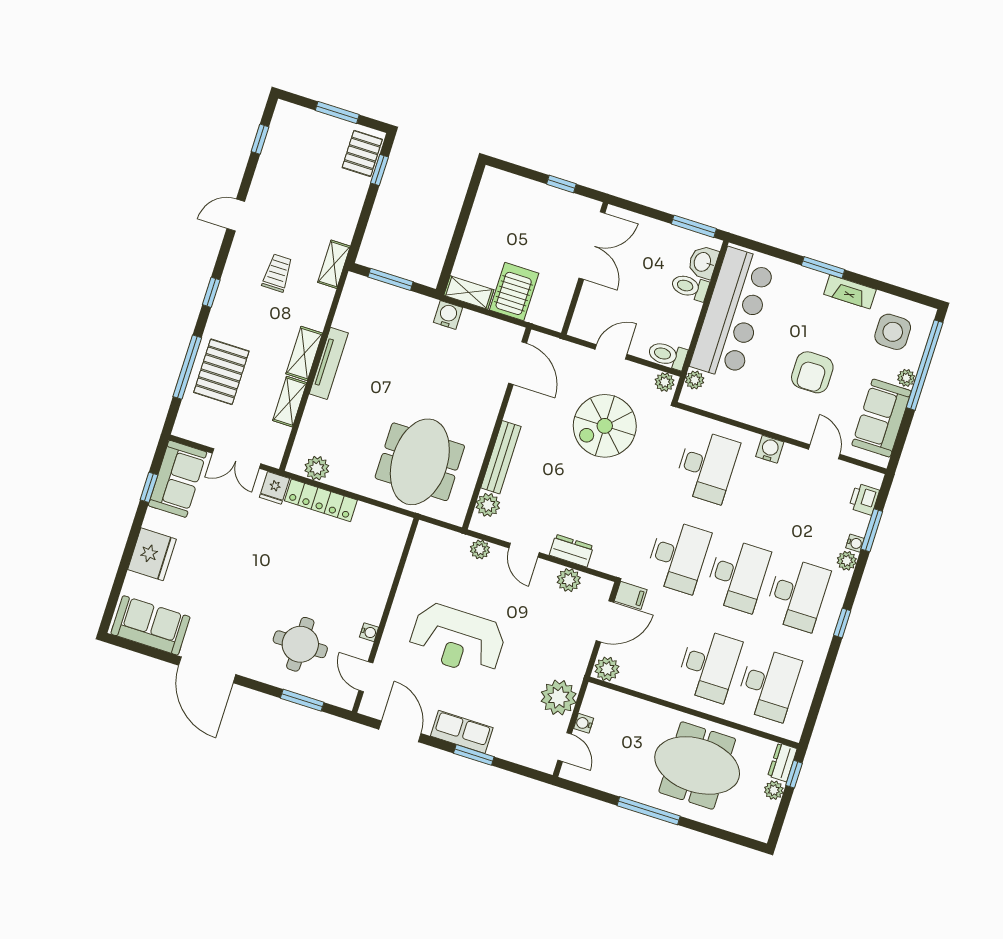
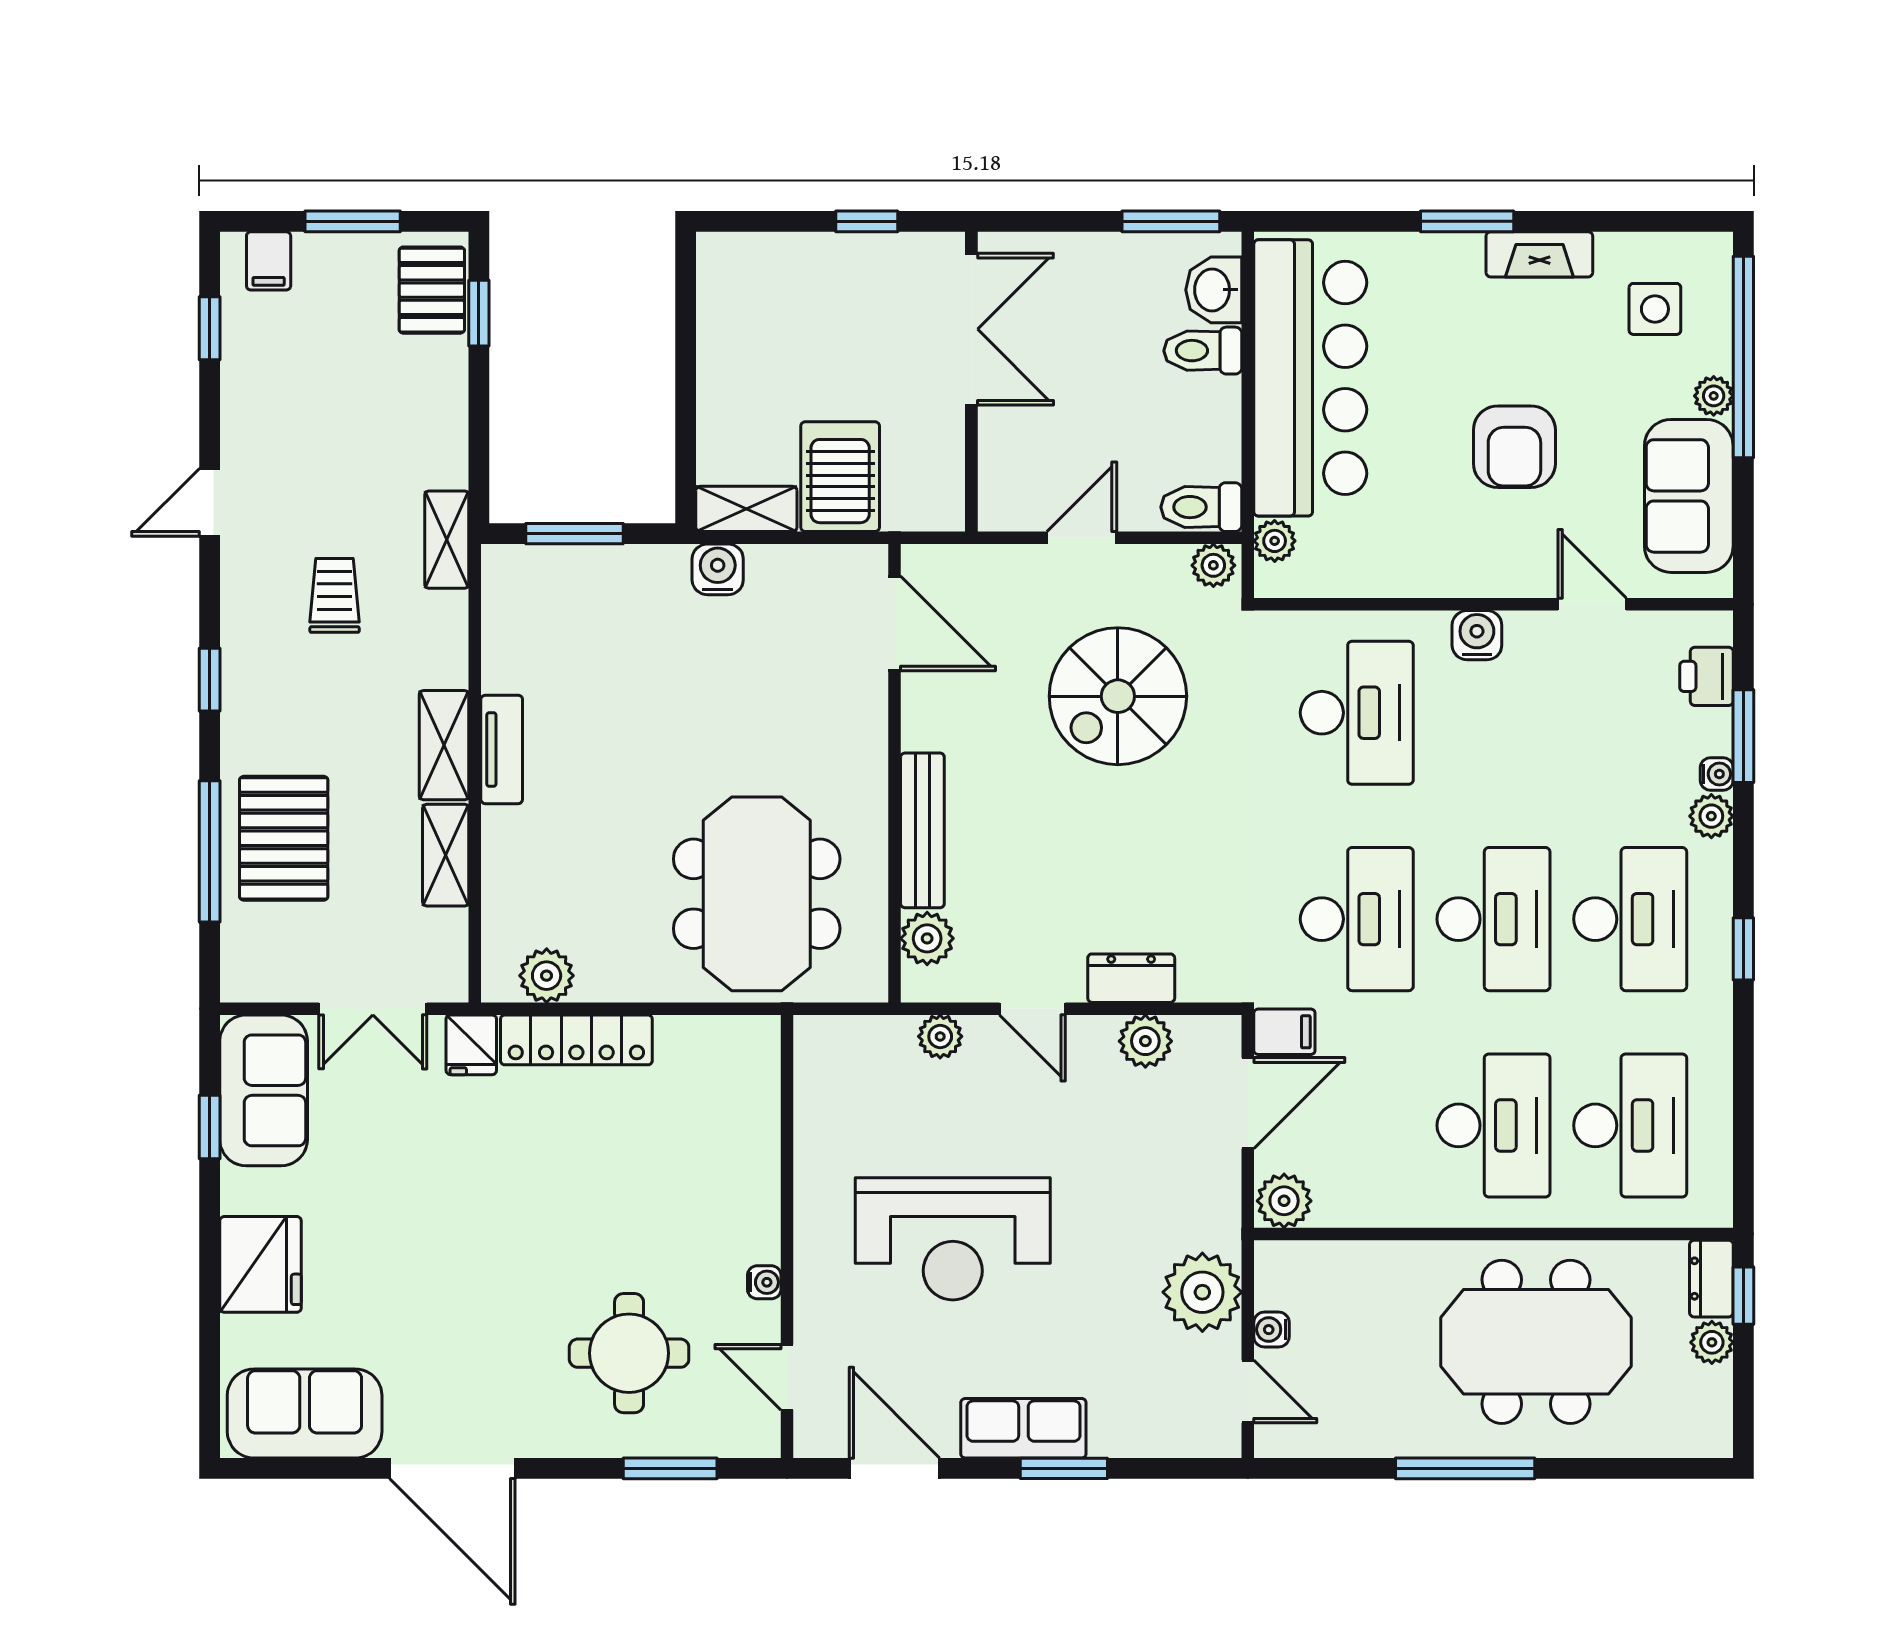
filing cabinet: (295, 118) -> (269, 261), added
side table: (893, 332) -> (1655, 309), width x0.73, depth x0.73
tv unit: (329, 363) -> (502, 749), width x0.71

